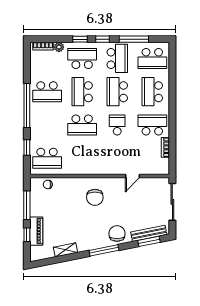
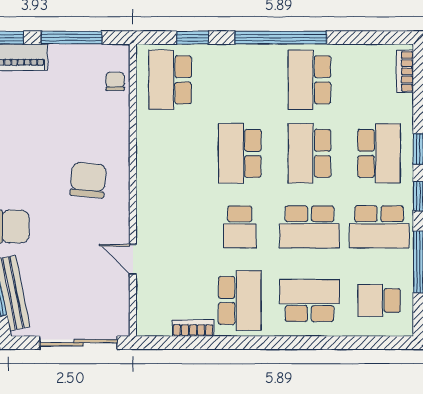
plant: (59, 47) -> (403, 105), removed
school desk: (152, 58) -> (379, 300), width x0.54
school desk: (82, 92) -> (309, 153), turned -90
school desk: (117, 92) -> (309, 227), turned 180
school desk: (117, 125) -> (240, 227), turned 90
chair: (95, 197) -> (88, 180), turned 95

